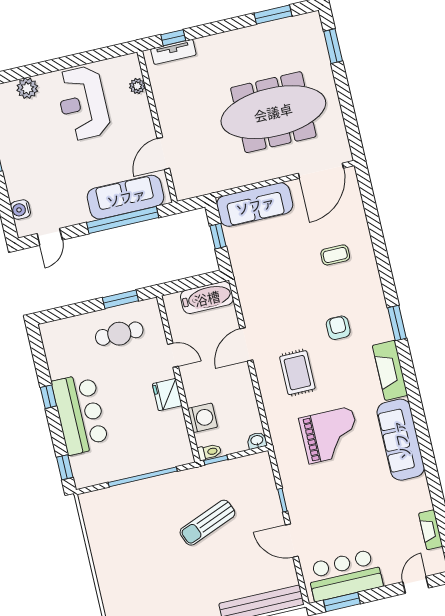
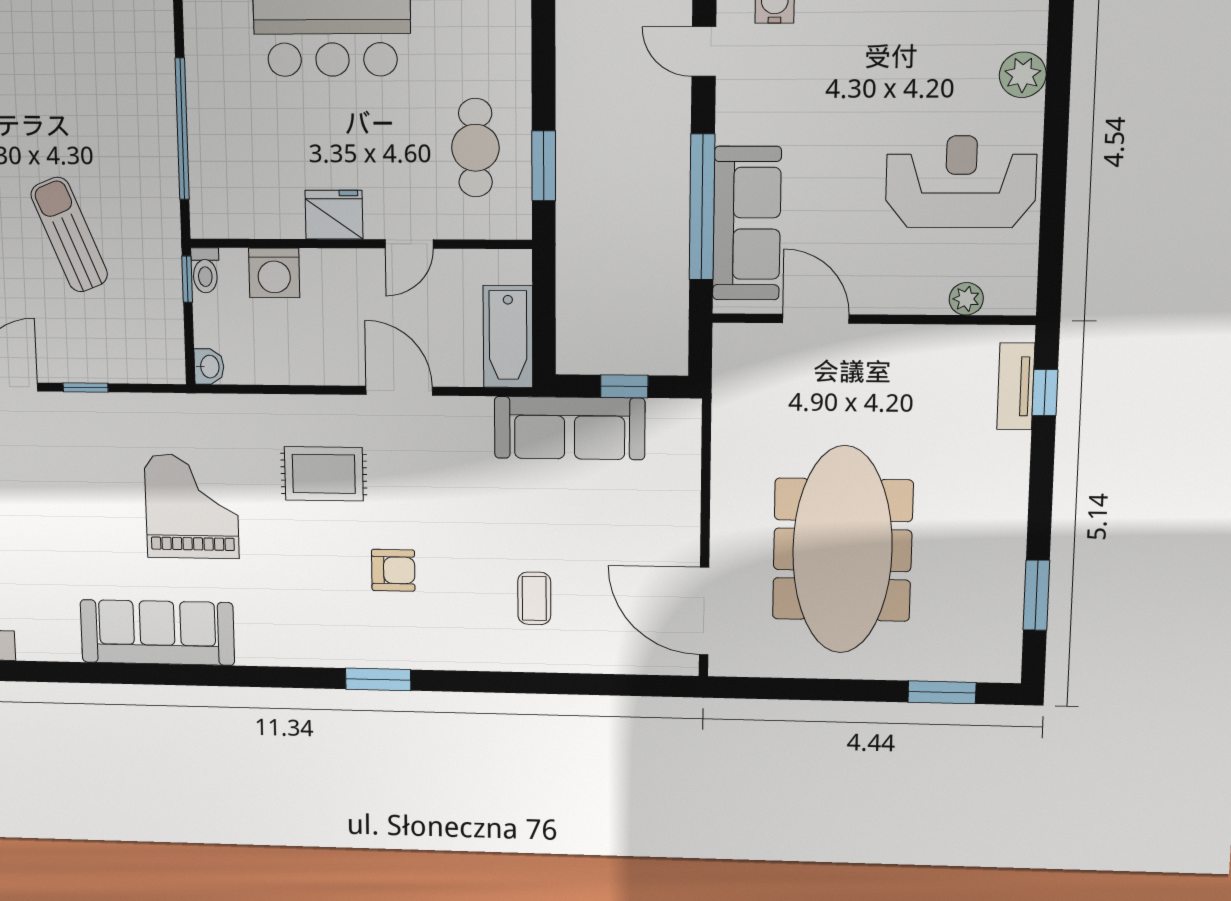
sofa: (255, 205) -> (570, 428), moved, turned -90
fireplace: (390, 370) -> (291, 645), removed
grand piano: (330, 435) -> (192, 506), turned 180

